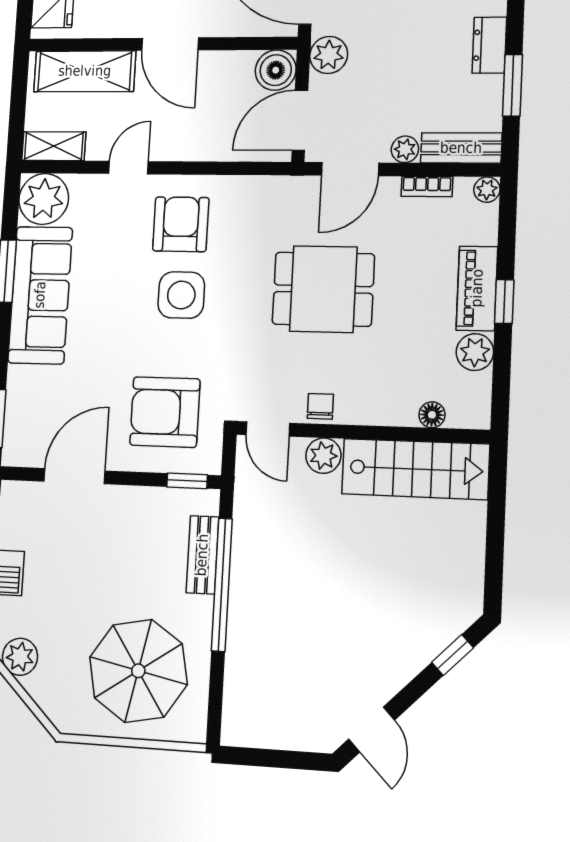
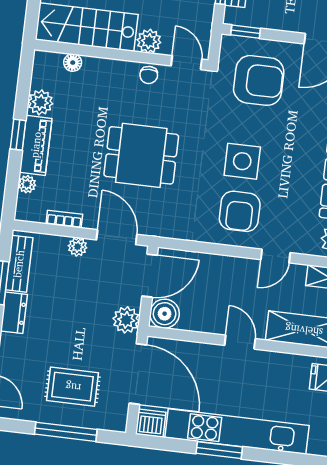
door: (170, 44) -> (240, 342), width x0.73
bench: (461, 148) -> (19, 264), moved, turned 90
door: (350, 169) -> (117, 237), hinge flipped
plant: (487, 190) -> (27, 184), moved

